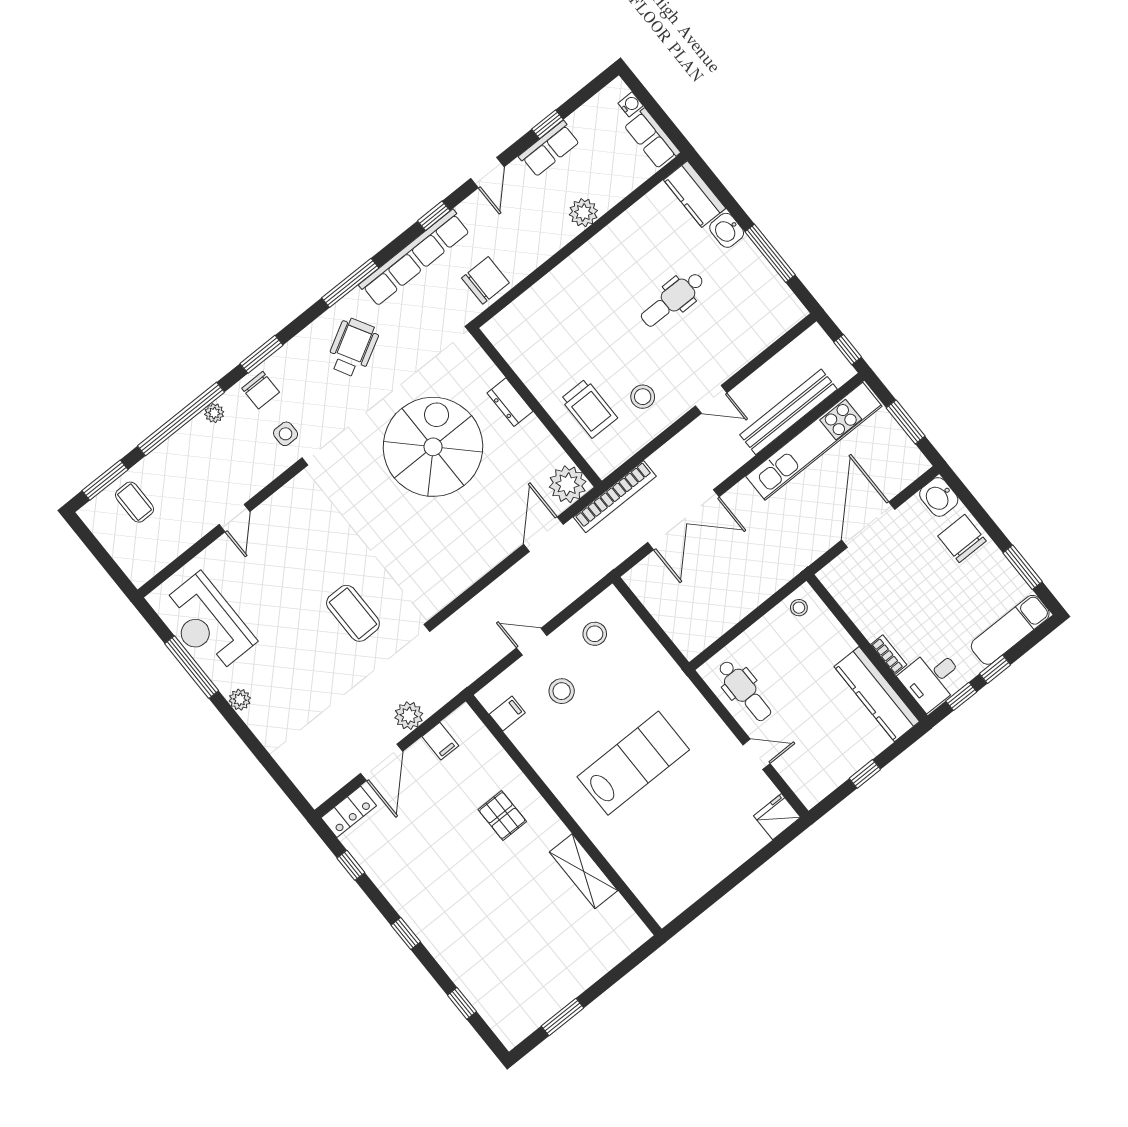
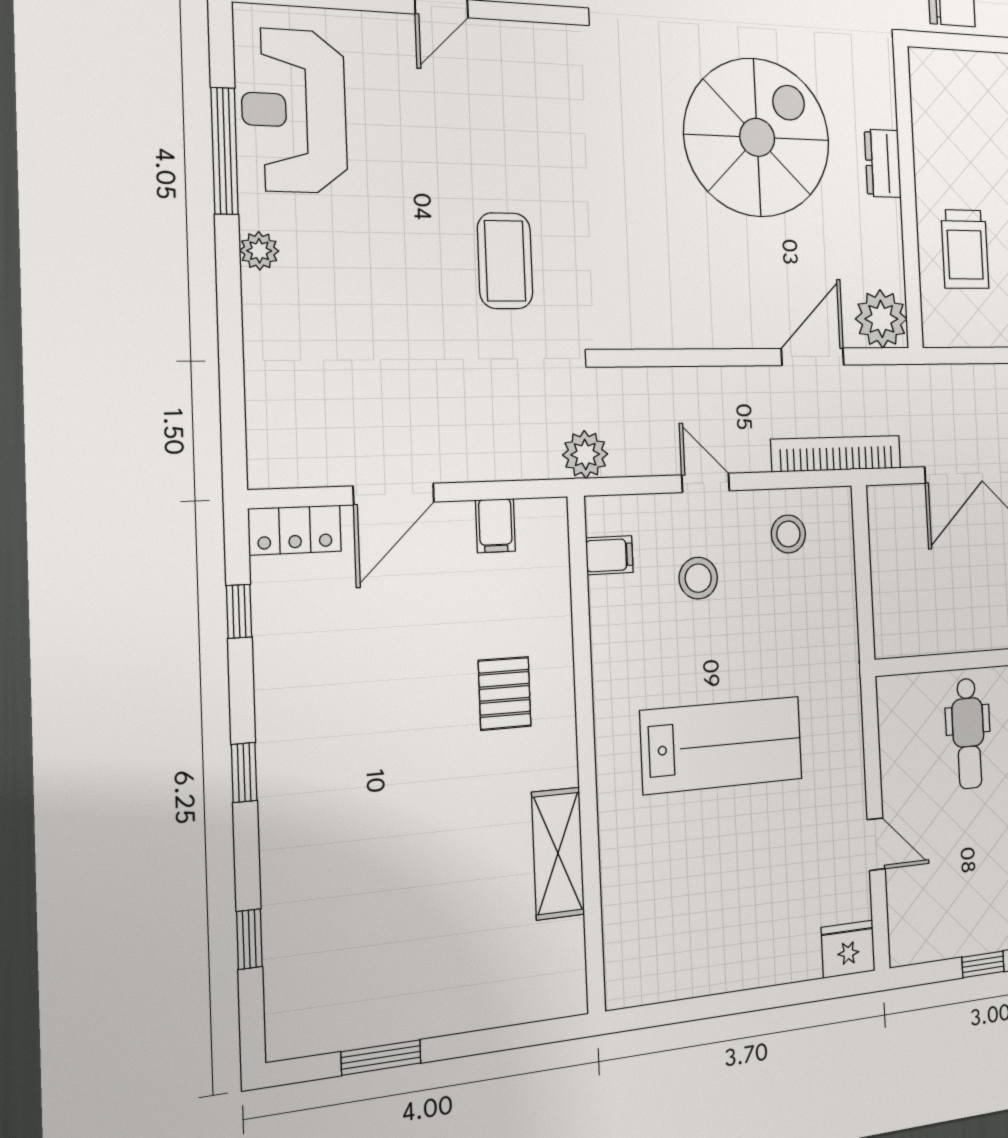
bookcase: (615, 497) -> (836, 454), moved, turned 180
dental chair: (744, 691) -> (968, 733), moved
plant: (409, 716) -> (585, 454), moved

